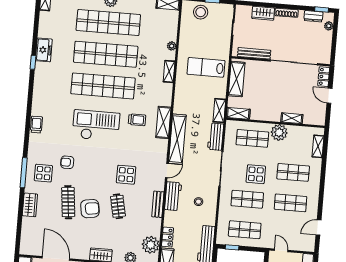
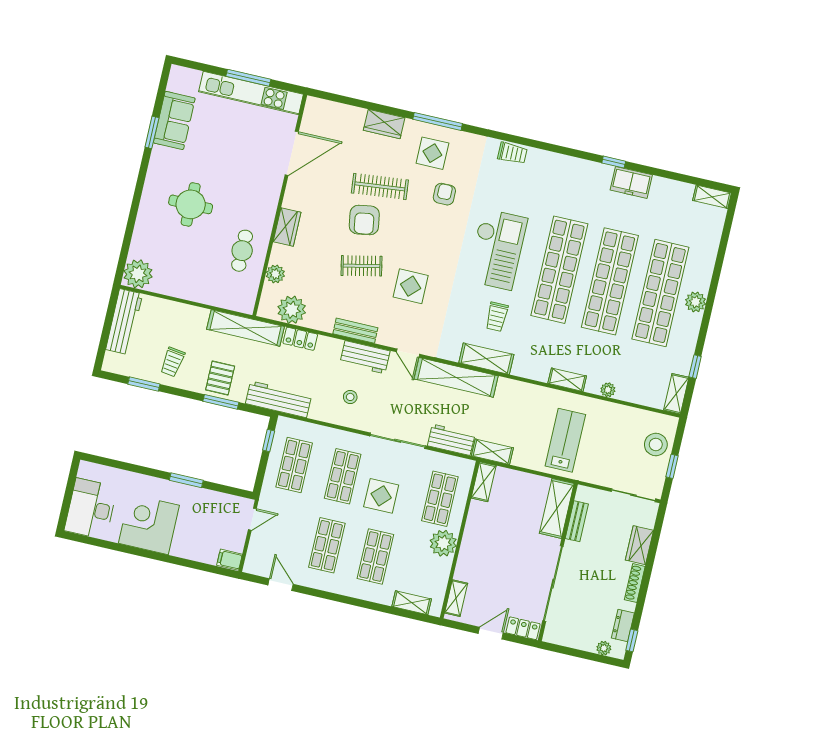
bench: (254, 53) -> (577, 521), width x0.73
shelving: (237, 79) -> (557, 508), moved, turned 90
shelving: (292, 118) -> (456, 598), moved

